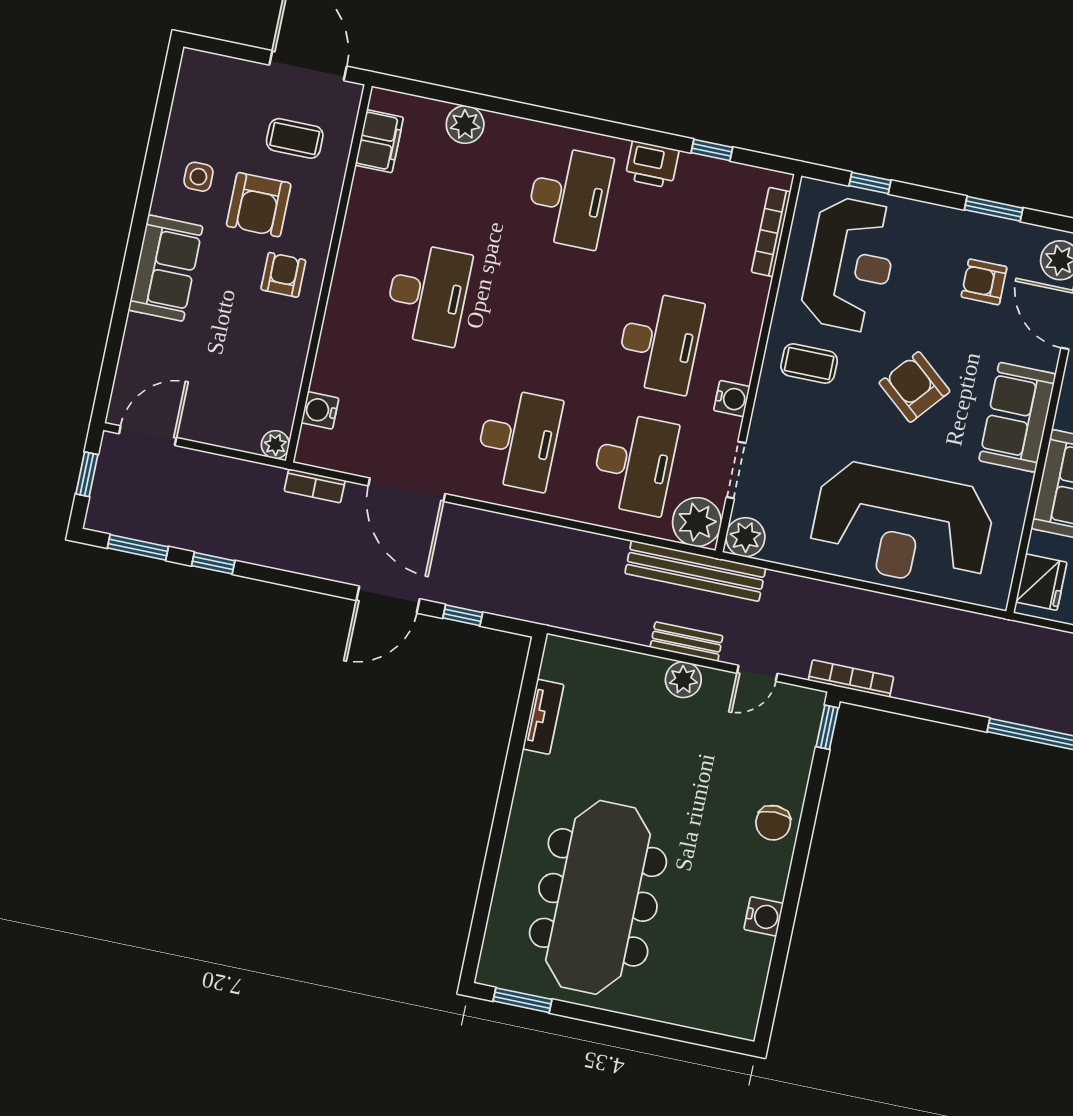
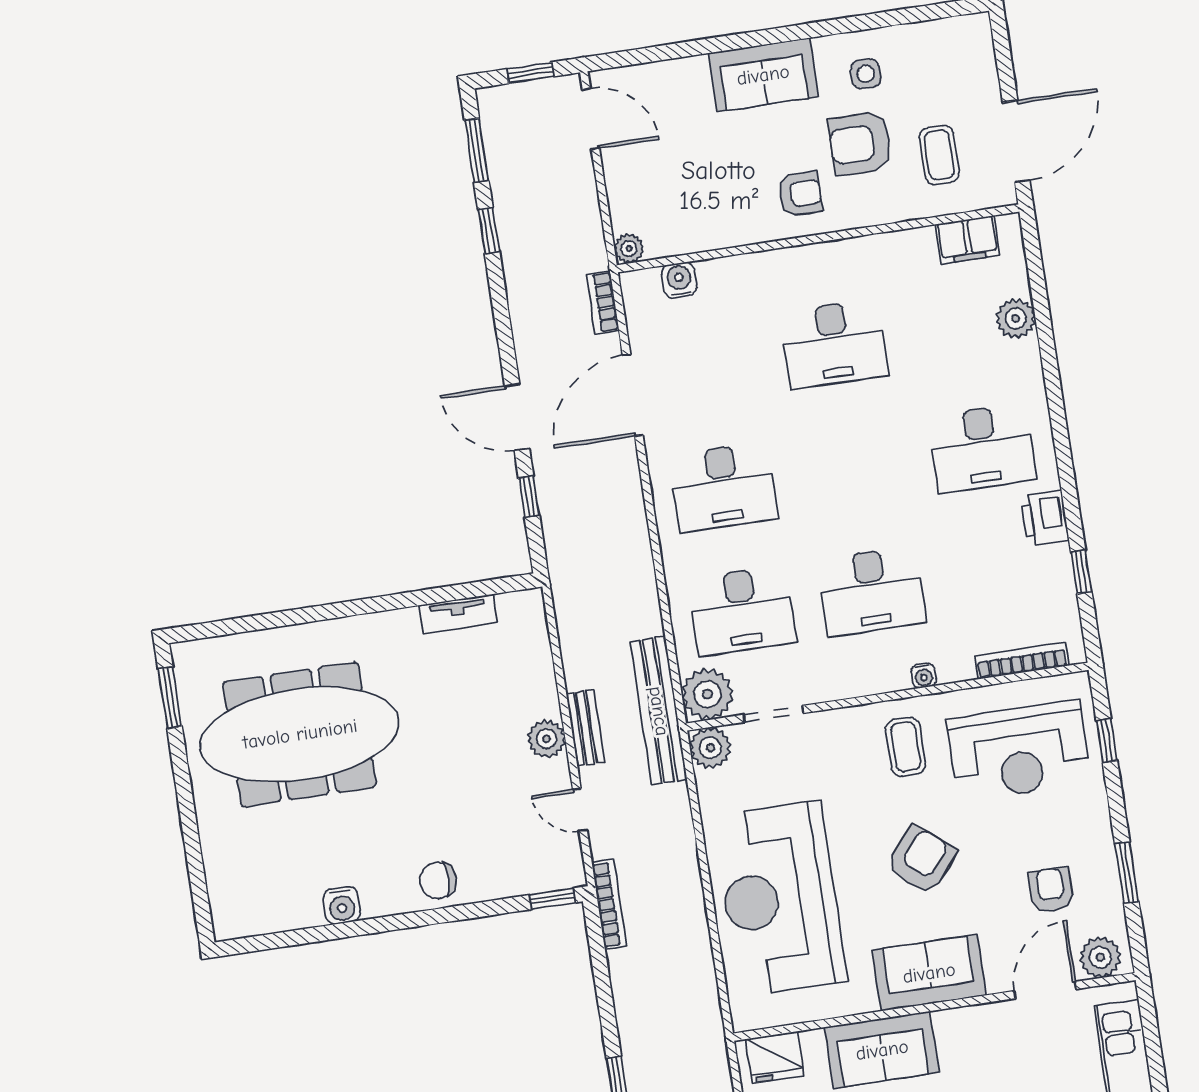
water cooler: (732, 399) -> (924, 676), moved, width x0.72, depth x0.72

